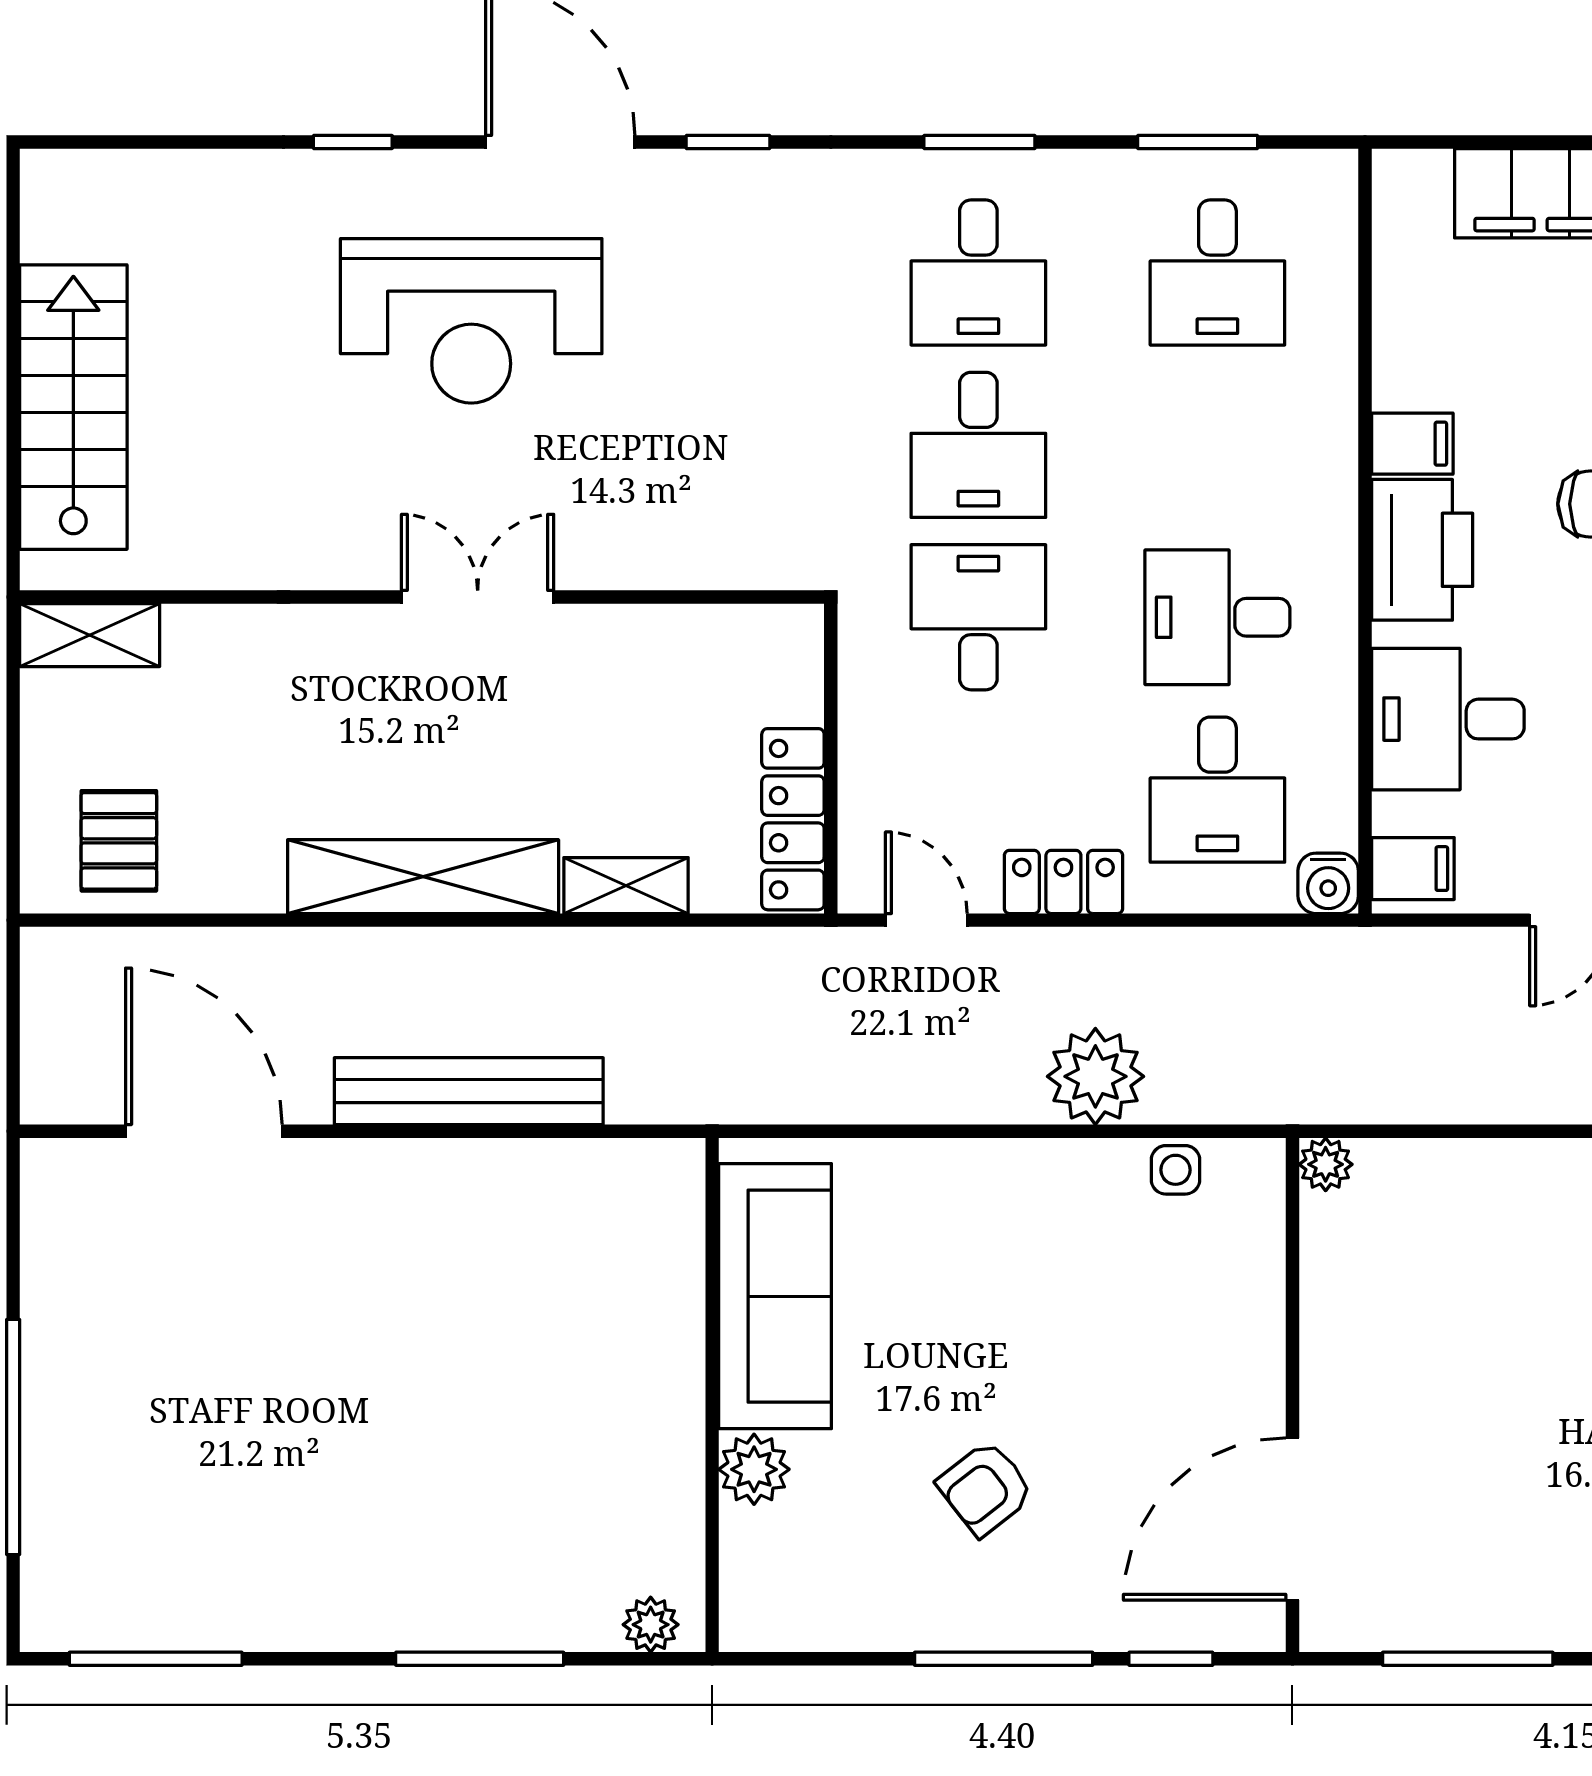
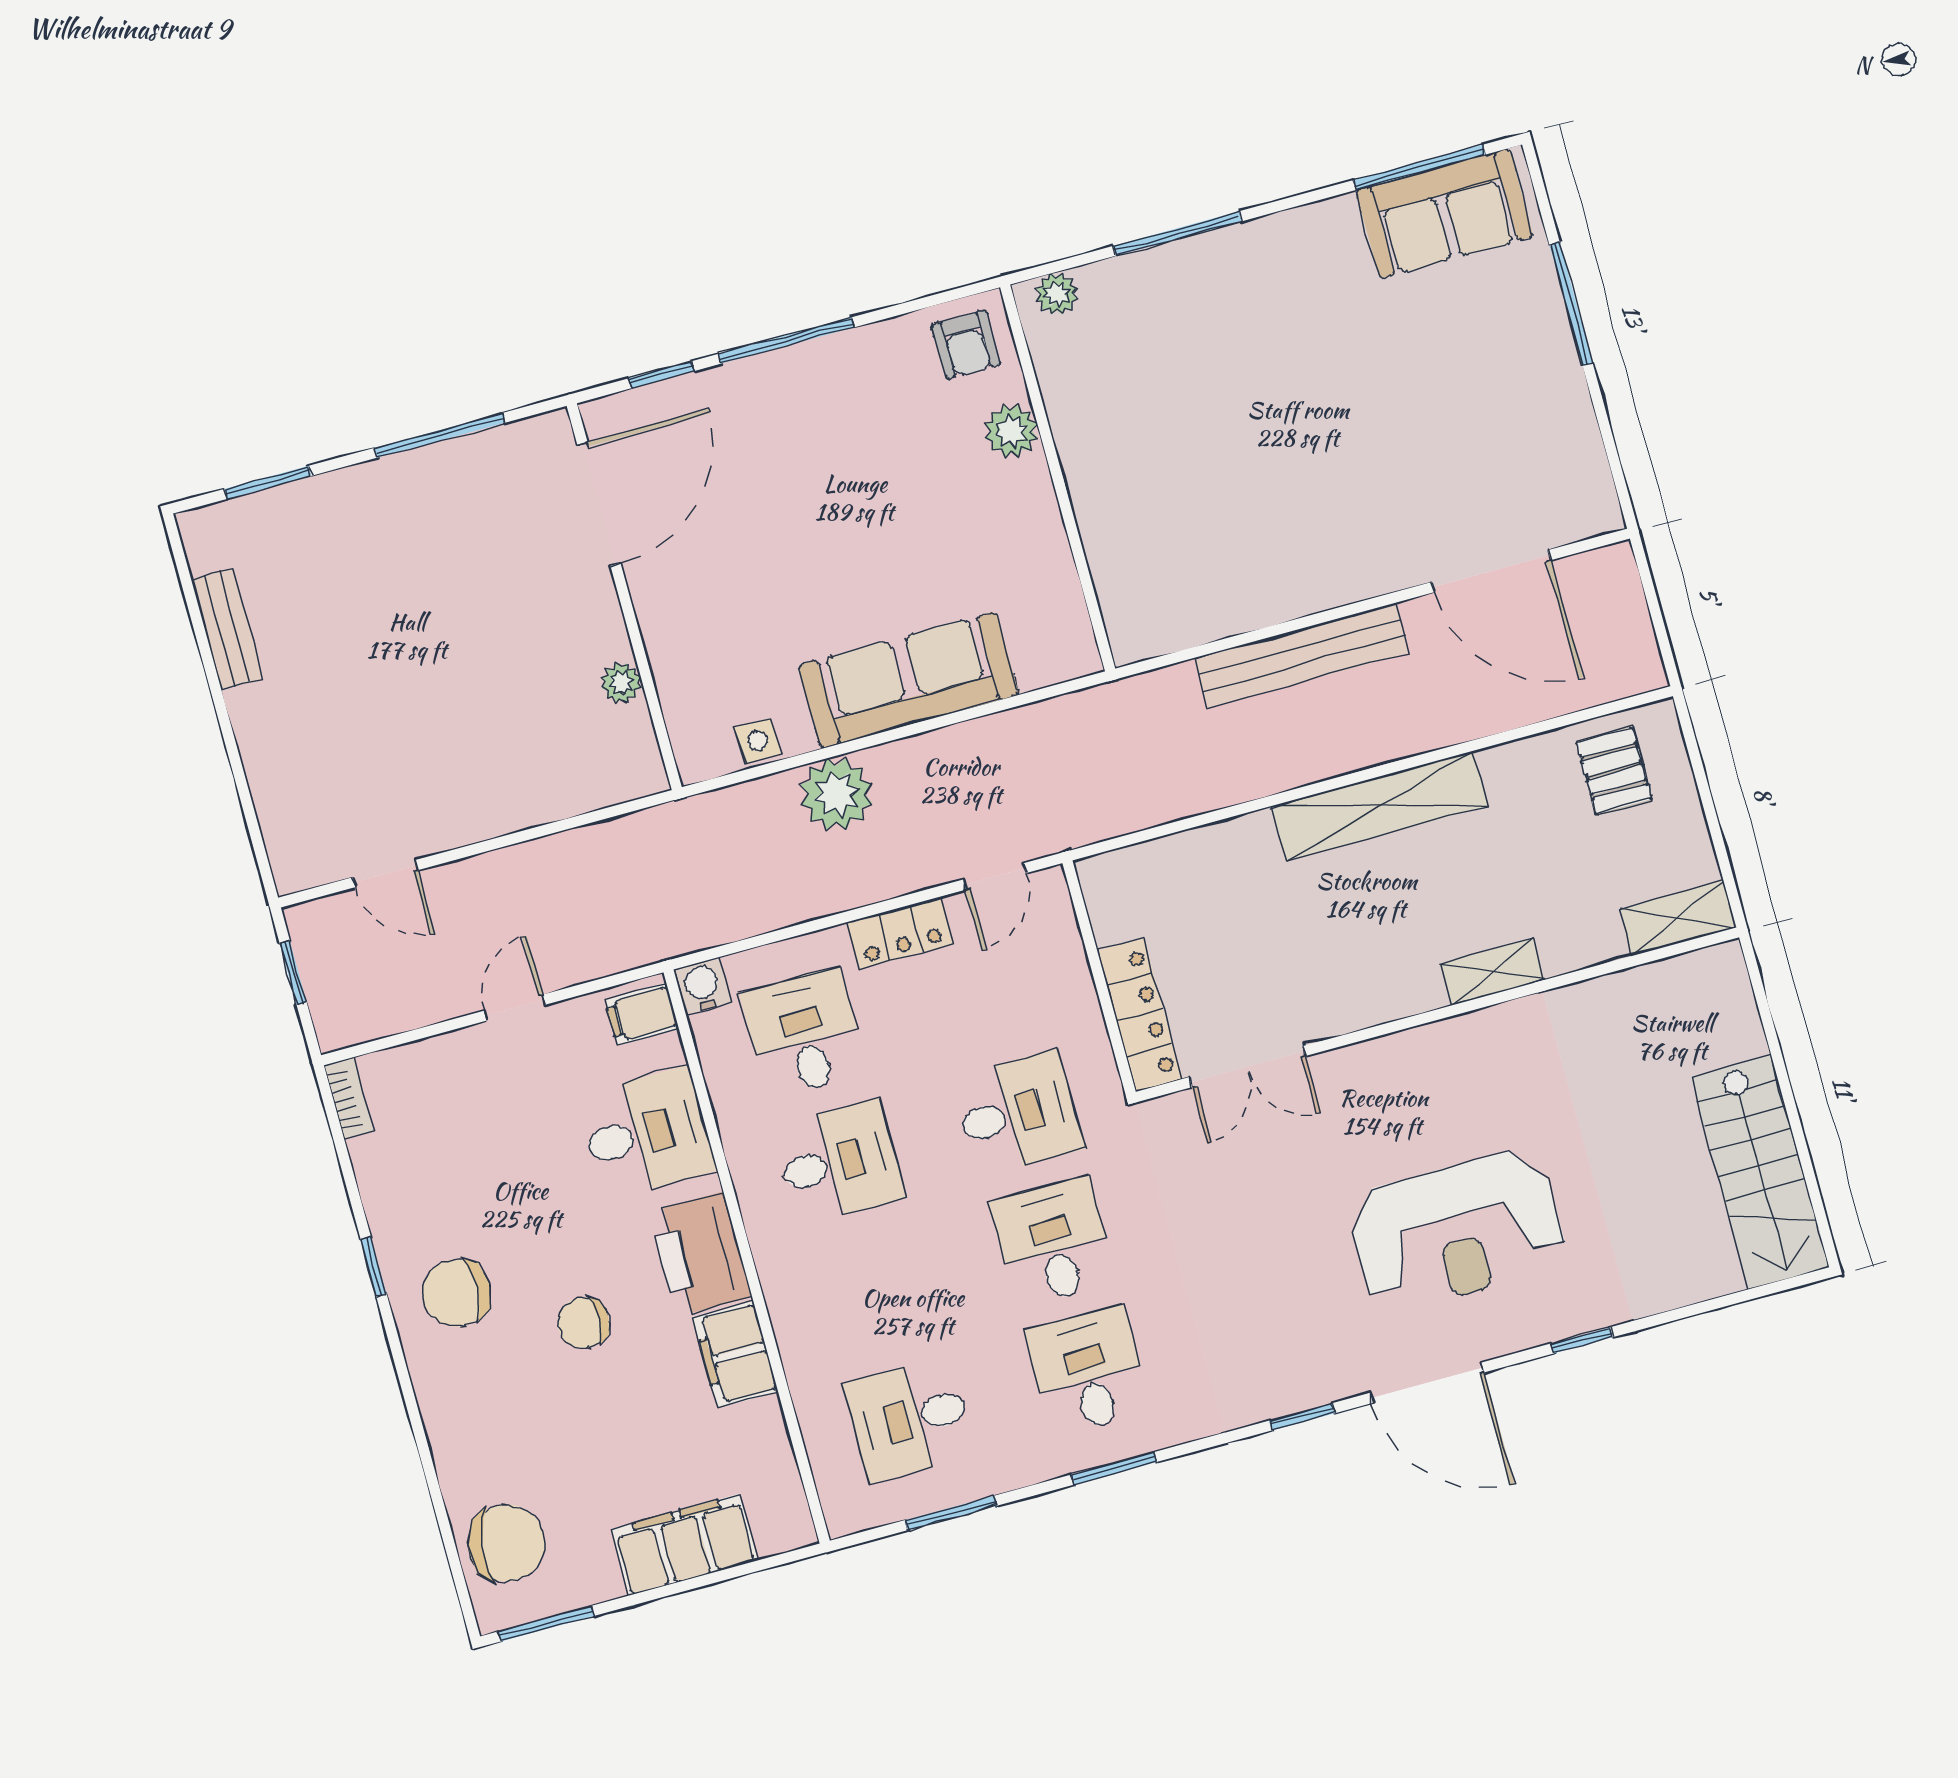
desk: (1217, 273) -> (910, 1419), turned -90
reception desk: (471, 321) -> (1457, 1231), turned 180
stairs: (73, 407) -> (1760, 1172), moved
filing cabinet: (1412, 444) -> (735, 1354), width x2.00
double door: (478, 597) -> (1247, 1067), moved
desk: (978, 617) -> (1018, 1113), turned -90
locker: (793, 819) -> (1140, 1015), moved
shelving: (626, 886) -> (1492, 972), moved
door: (926, 920) -> (995, 876), hinge flipped
plant: (1326, 1164) -> (621, 683), moved
sofa: (775, 1296) -> (908, 680), moved, turned 90
window: (13, 1437) -> (1571, 304), width x0.68
armchair: (985, 1488) -> (966, 344), moved, turned 128
sofa: (140, 1593) -> (1445, 213), added

